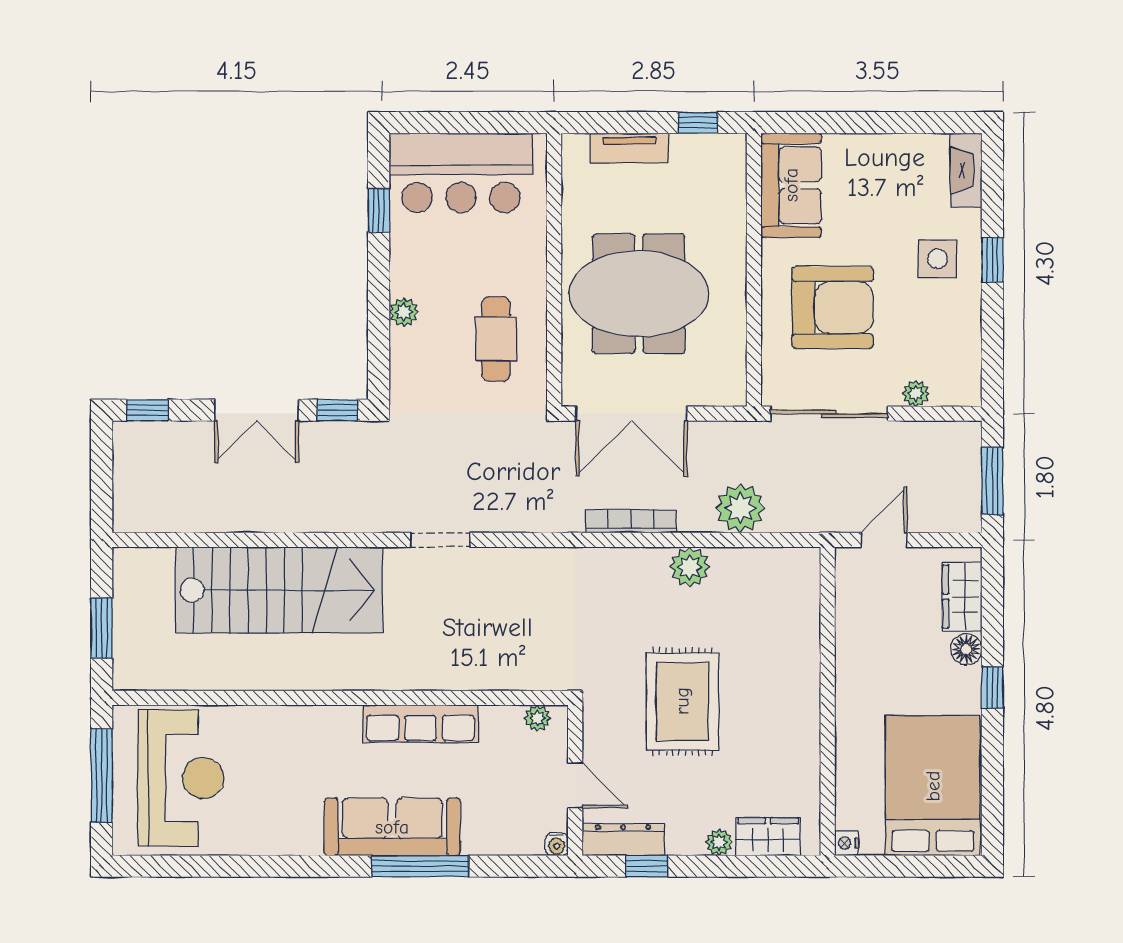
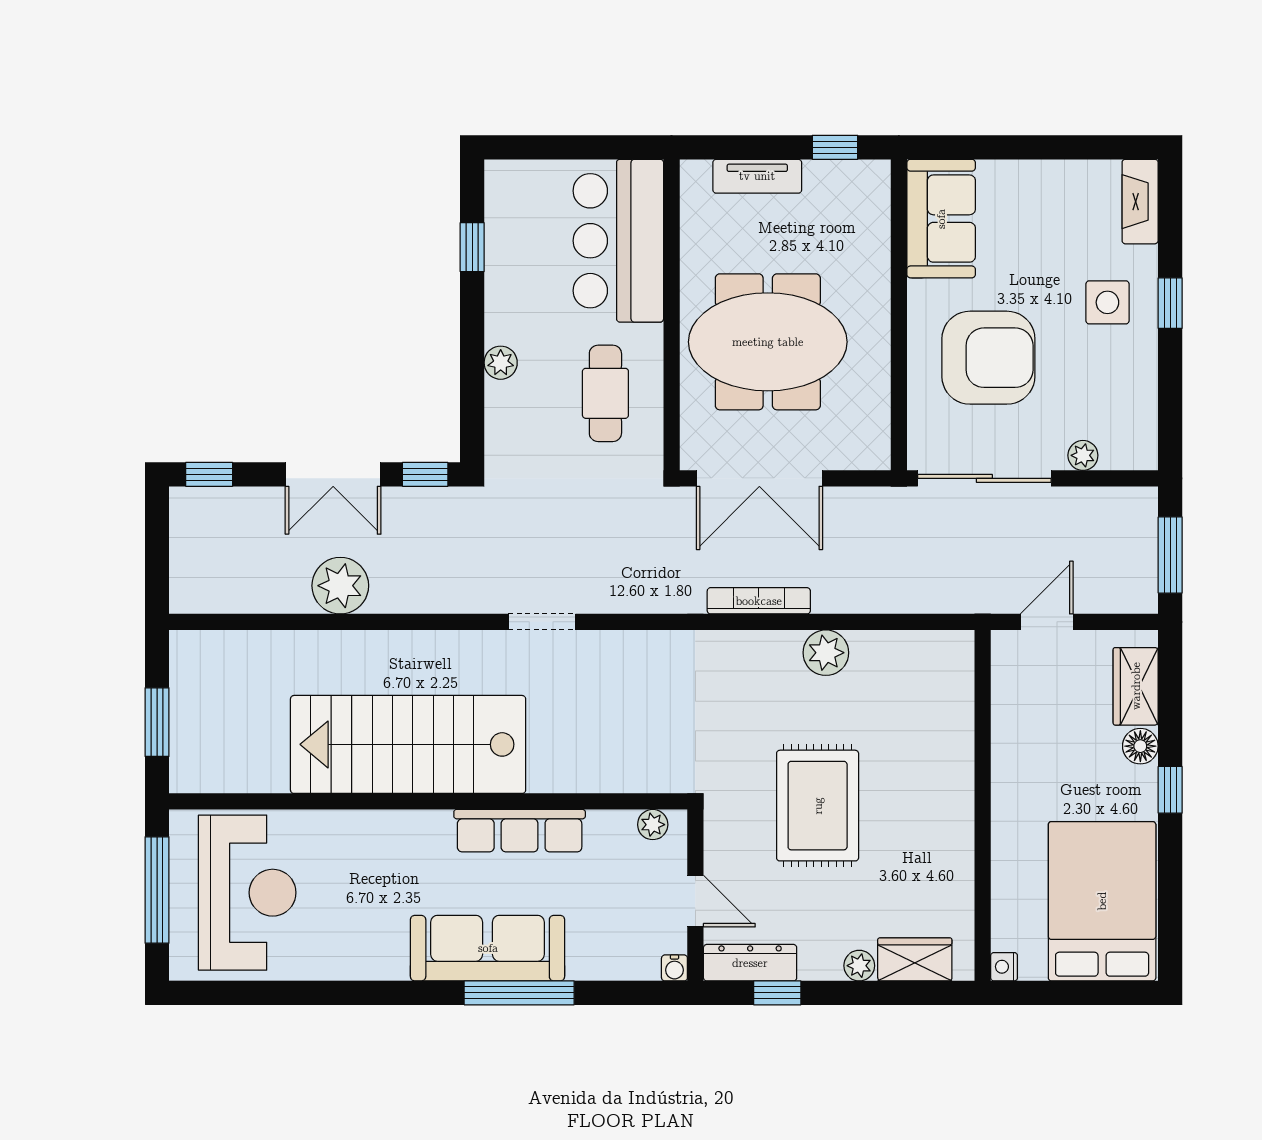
bar counter: (461, 173) -> (618, 241), moved, turned 90
plant: (740, 508) -> (340, 586), moved
stairs: (279, 590) -> (408, 744), moved, turned 180

